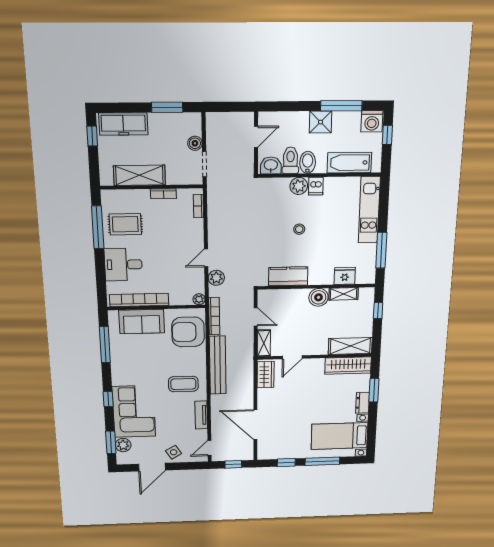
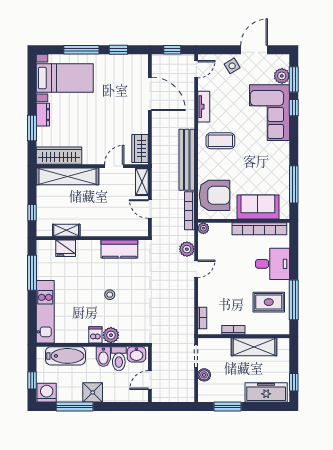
boiler: (318, 297) -> (90, 227), removed
shelving: (350, 346) -> (68, 176), width x1.47
window: (108, 399) -> (294, 108), moved

